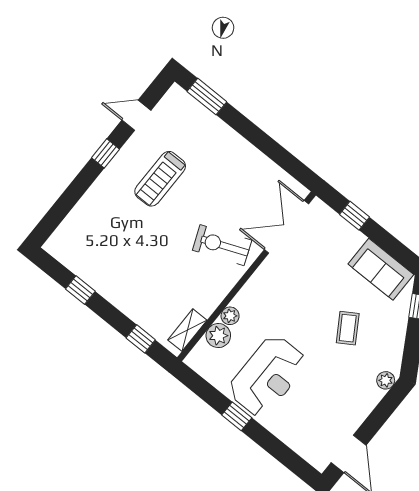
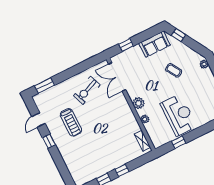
exercise bike: (222, 245) -> (87, 90), moved
plant: (218, 336) -> (139, 103), moved
window: (141, 339) -> (122, 170), moved
window: (237, 416) -> (179, 142), moved

